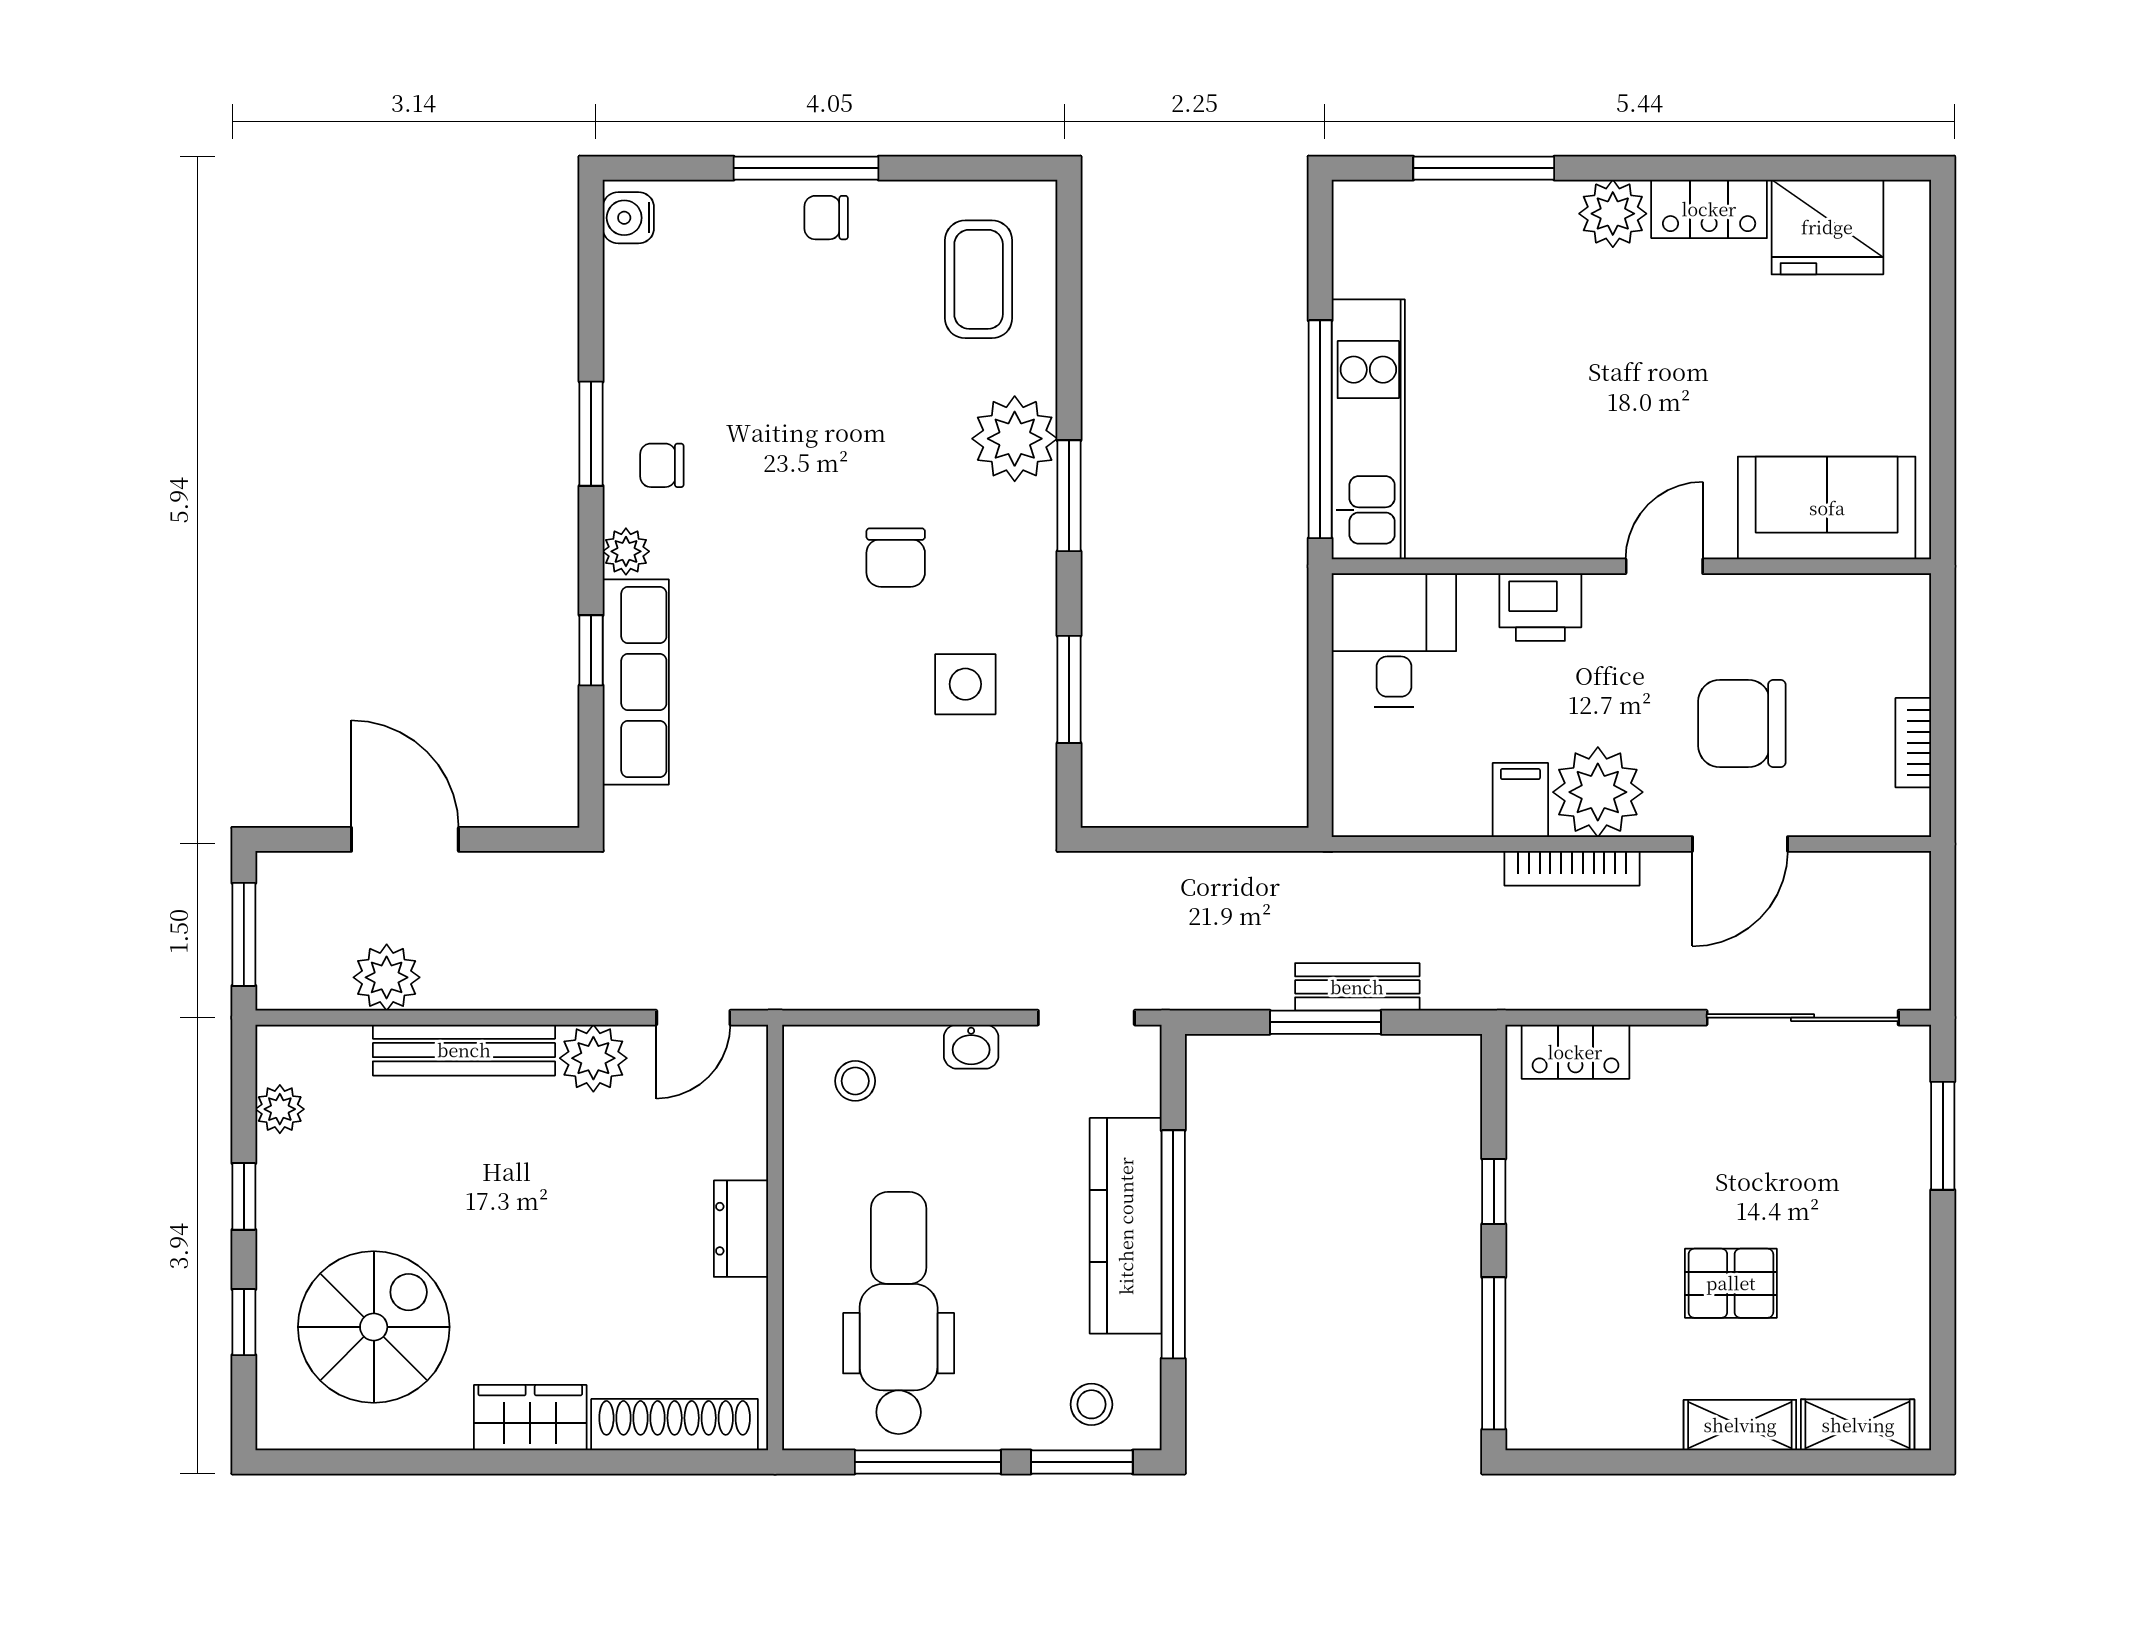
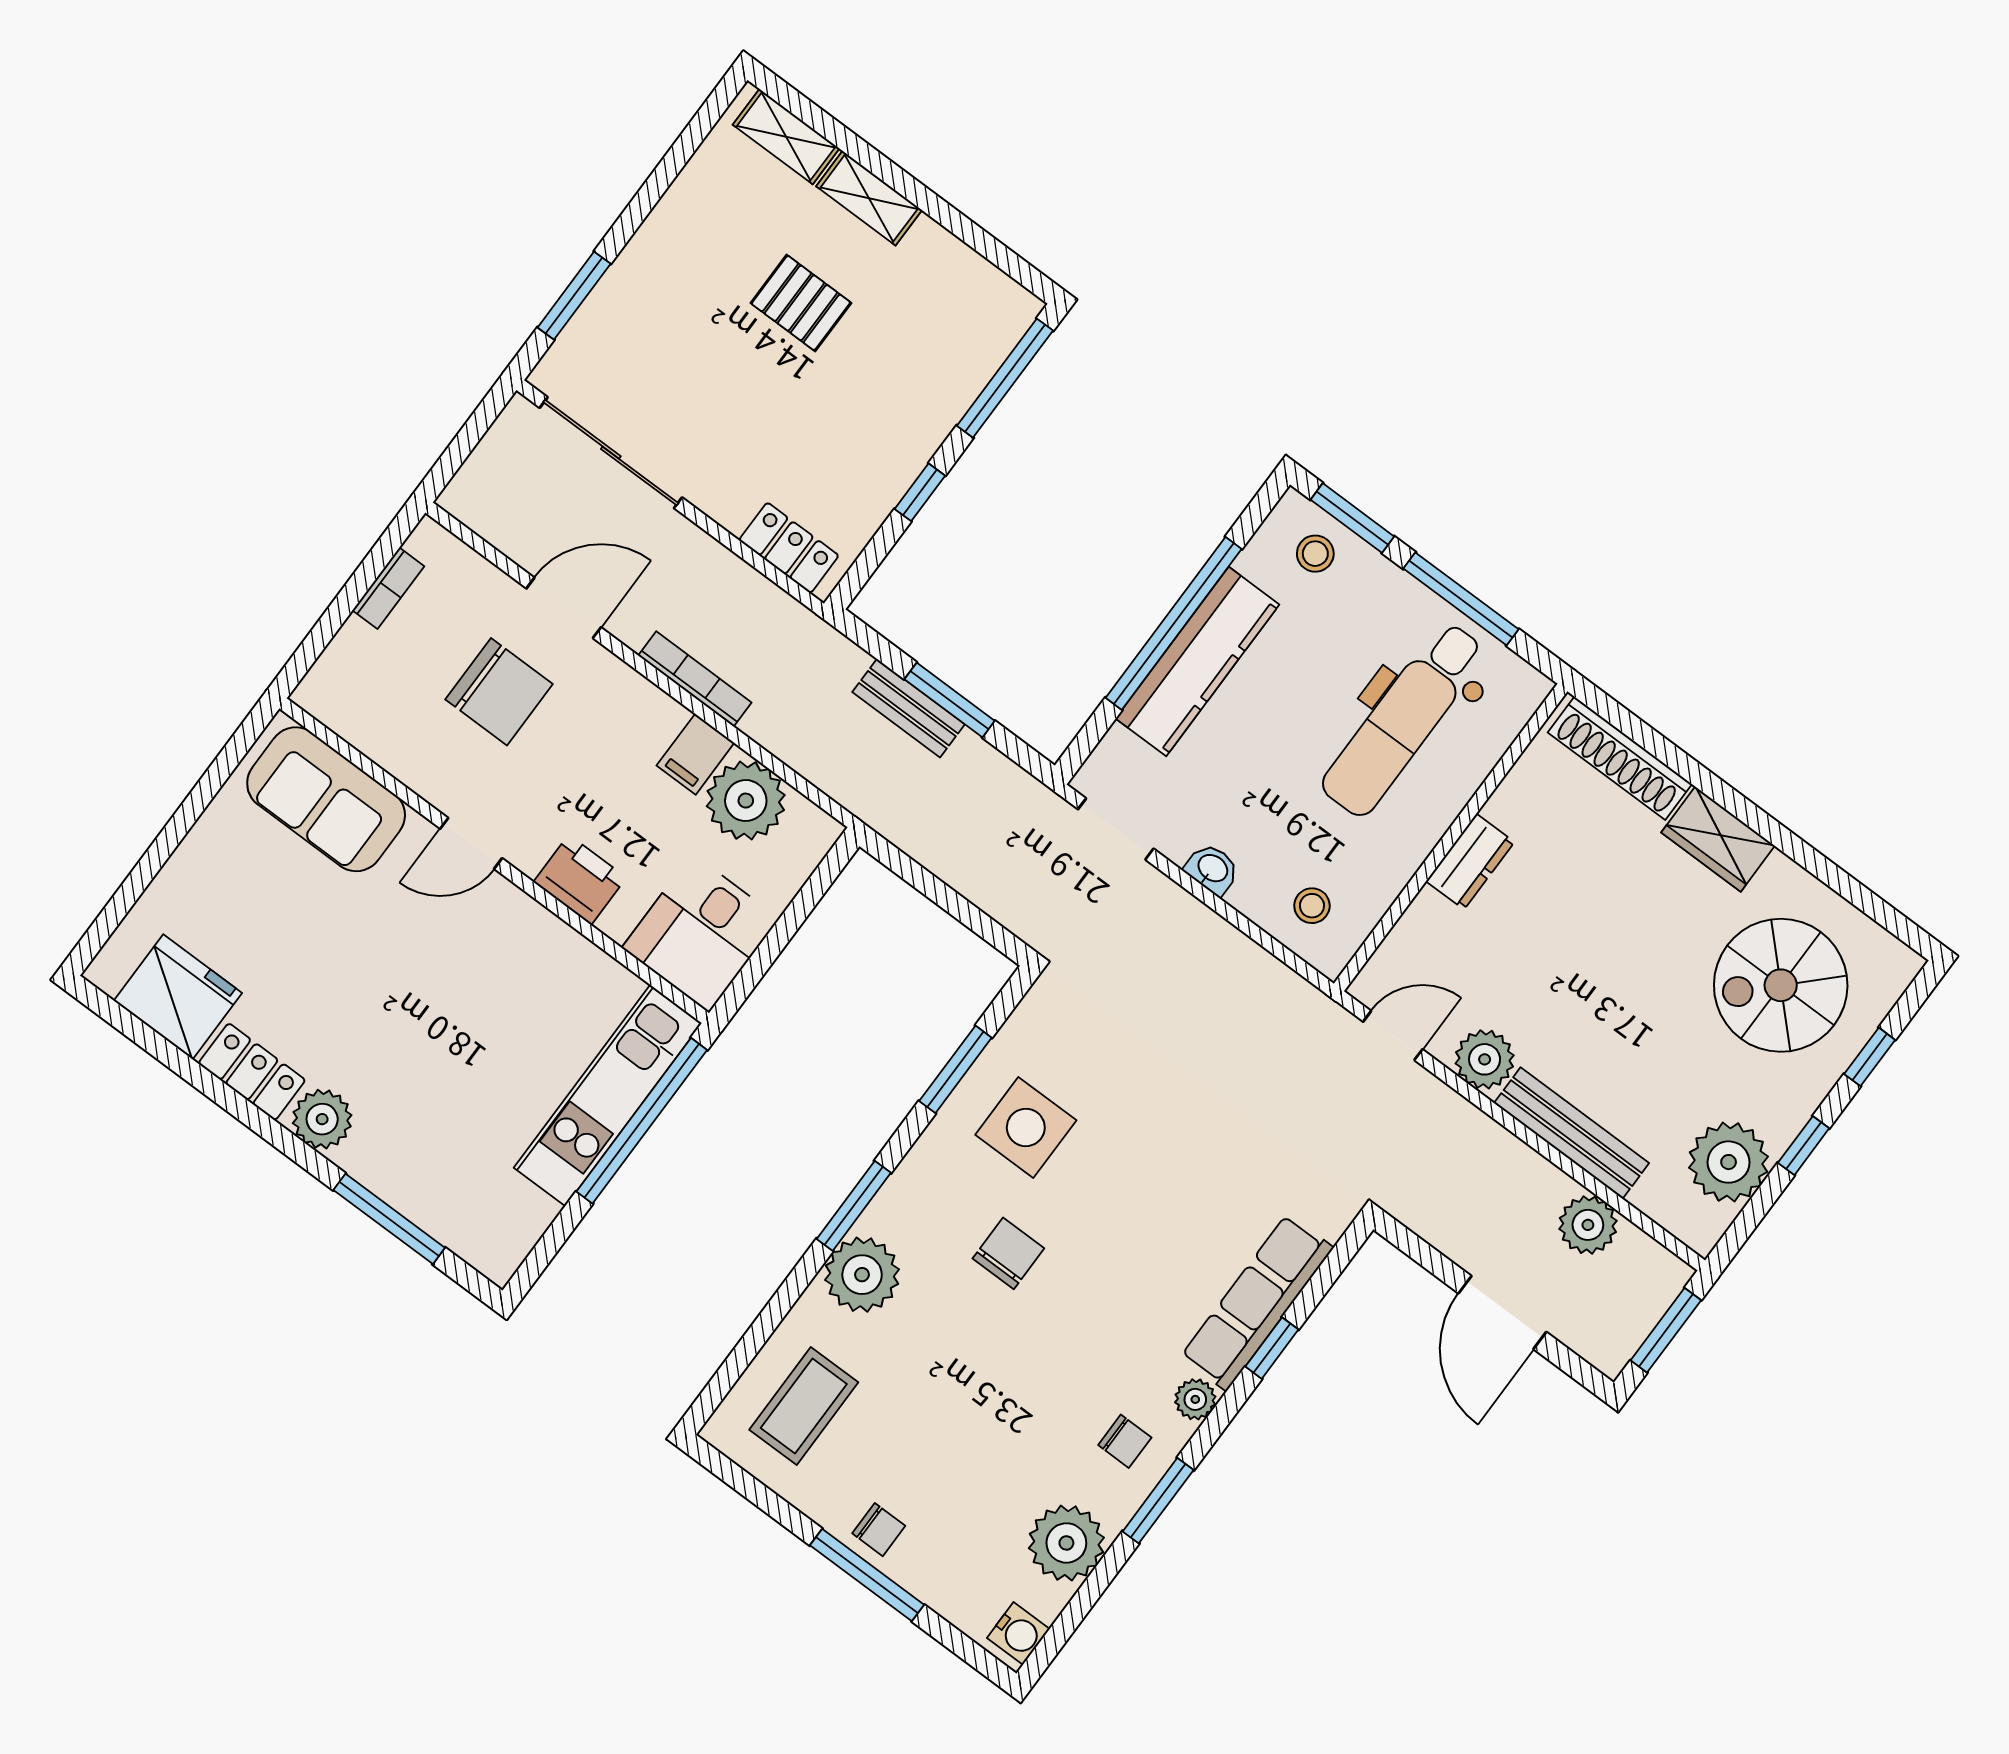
plant: (646, 333) -> (1066, 1543), added
side table: (965, 684) -> (1026, 1128), width x1.37, depth x1.37
plant: (1598, 792) -> (746, 801), moved
plant: (280, 1109) -> (1729, 1162), width x1.88, depth x1.88

